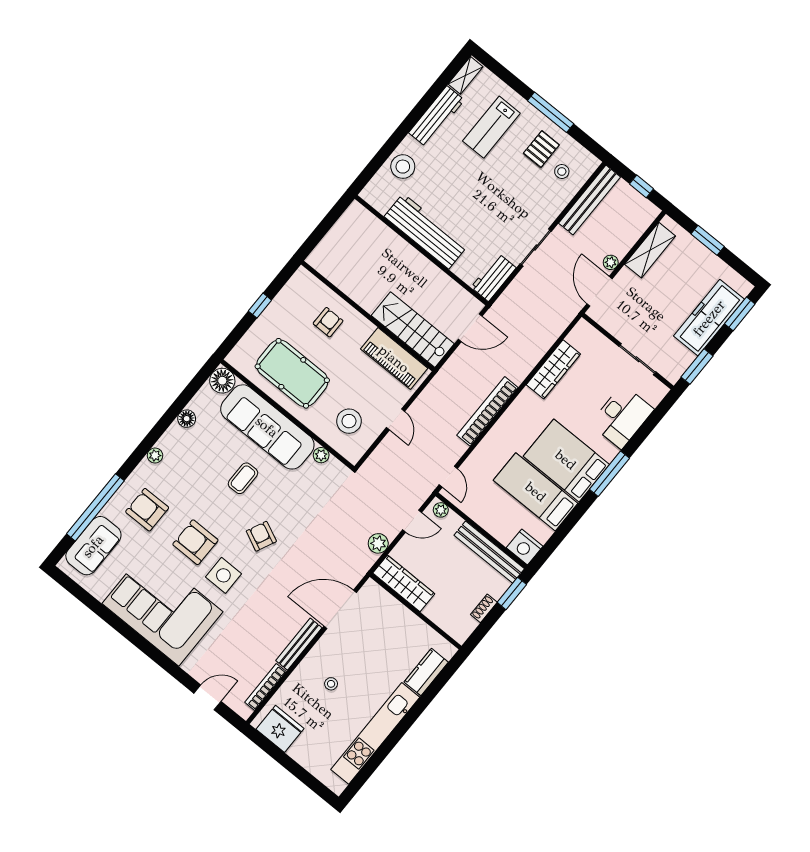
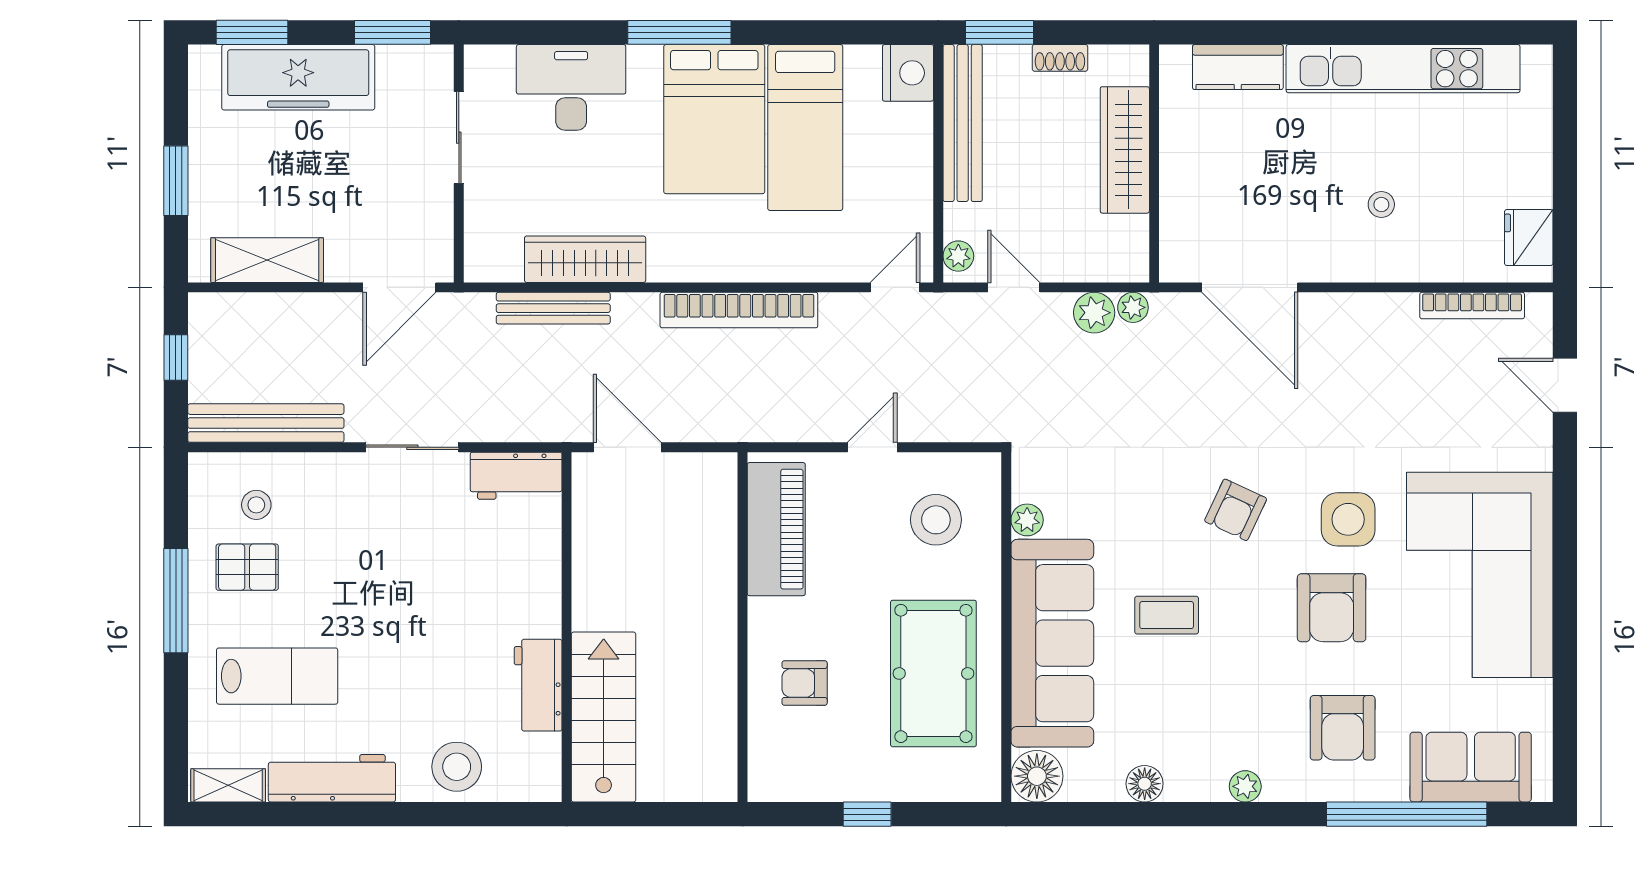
workbench: (426, 231) -> (538, 685), width x0.53, depth x0.76
plant: (611, 262) -> (1133, 307), moved
stairs: (413, 330) -> (604, 717), moved, turned 180
wardrobe: (404, 583) -> (1125, 150), moved
bench: (299, 644) -> (553, 308), moved
fridge: (280, 729) -> (1529, 238), width x0.73, depth x0.75

